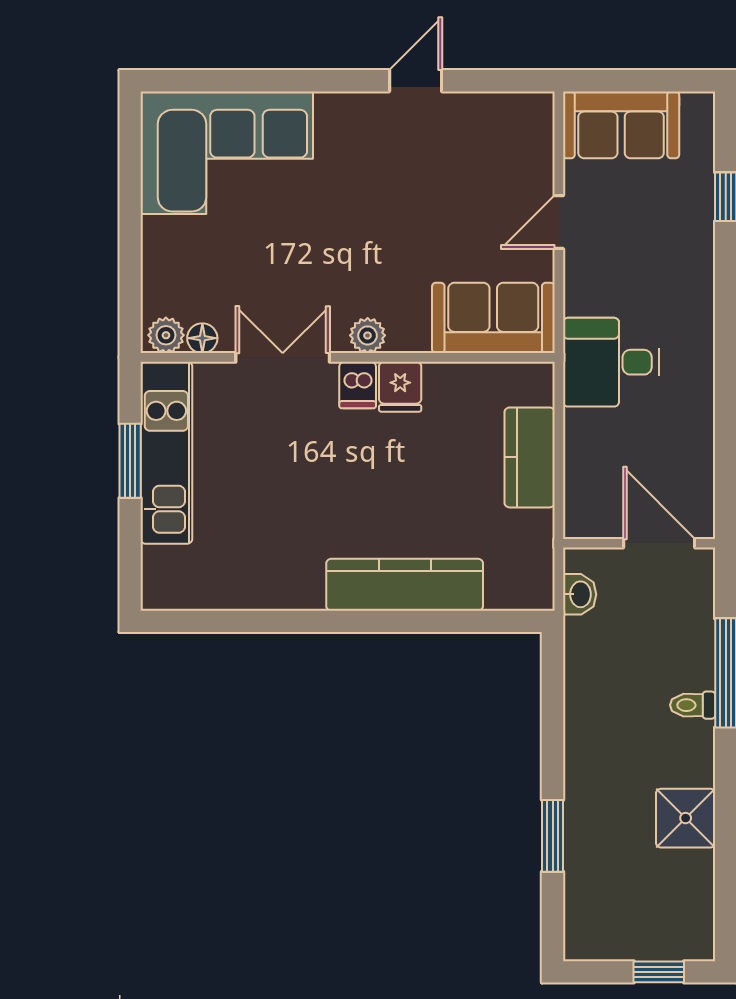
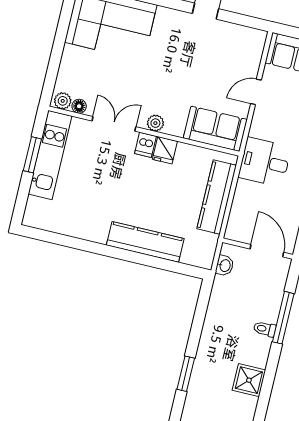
kitchen counter: (530, 457) -> (217, 197), width x1.50

